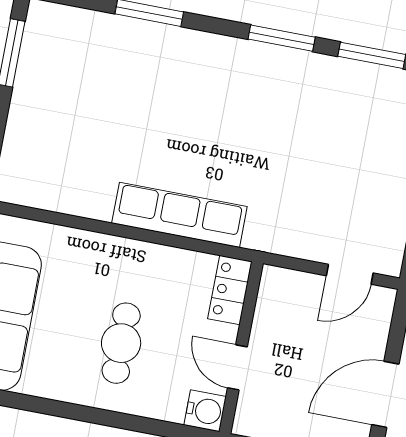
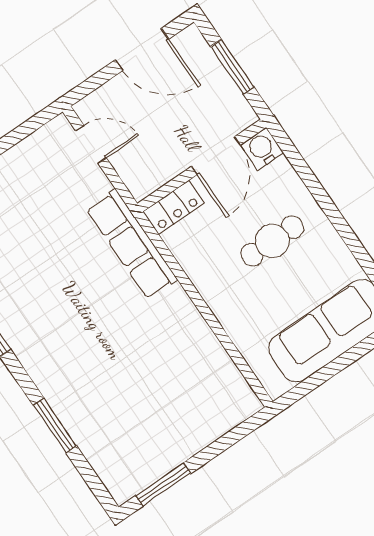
row of seats: (179, 215) -> (132, 244), moved
door: (237, 367) -> (216, 156), width x1.38

